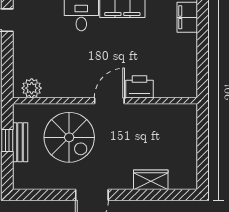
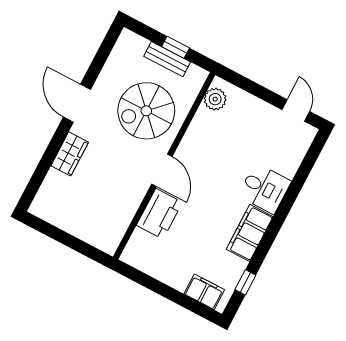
printer: (139, 87) -> (159, 214), width x1.37, depth x1.19
wardrobe: (151, 180) -> (70, 154), moved

